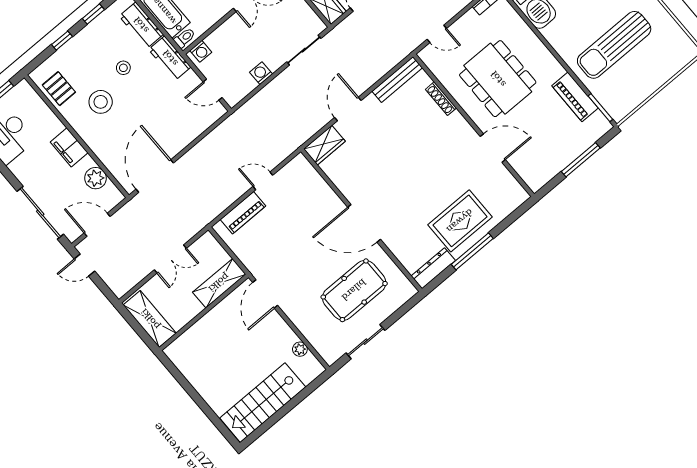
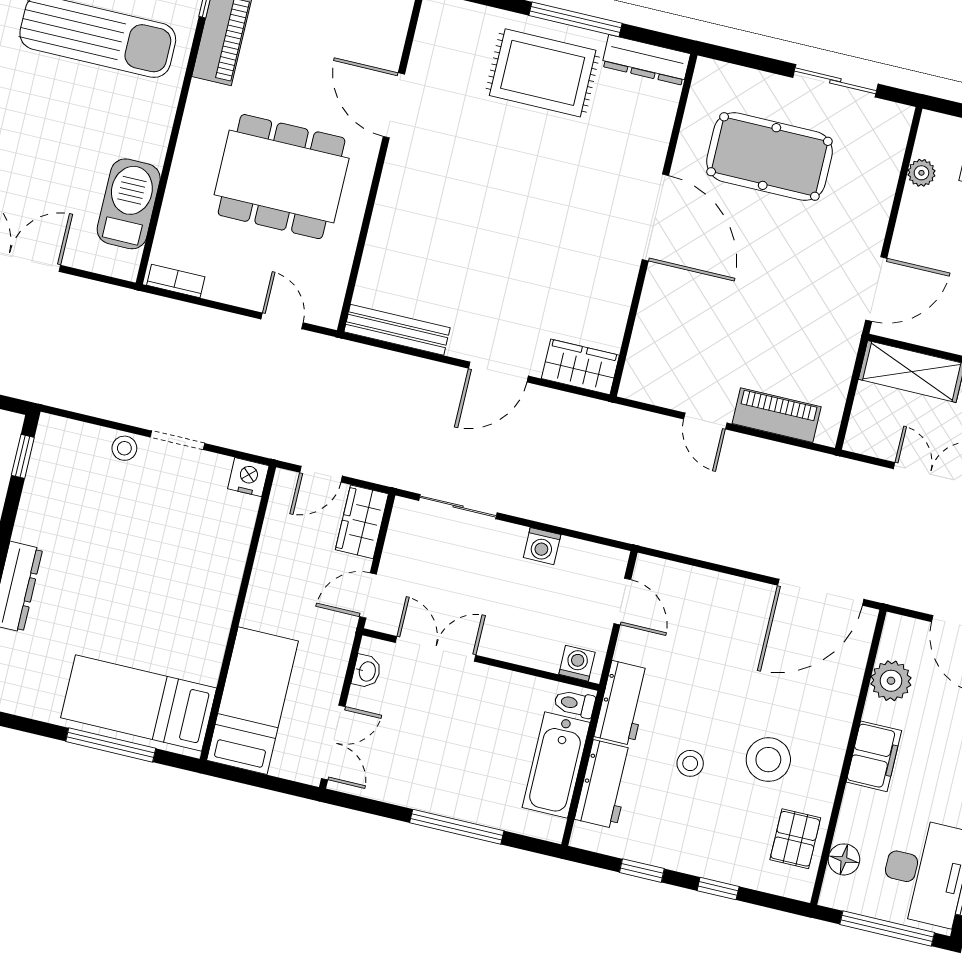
dining table: (498, 79) -> (282, 177), turned 90
shoe rack: (441, 99) -> (377, 241), removed
floor lamp: (35, 103) -> (844, 859), added

